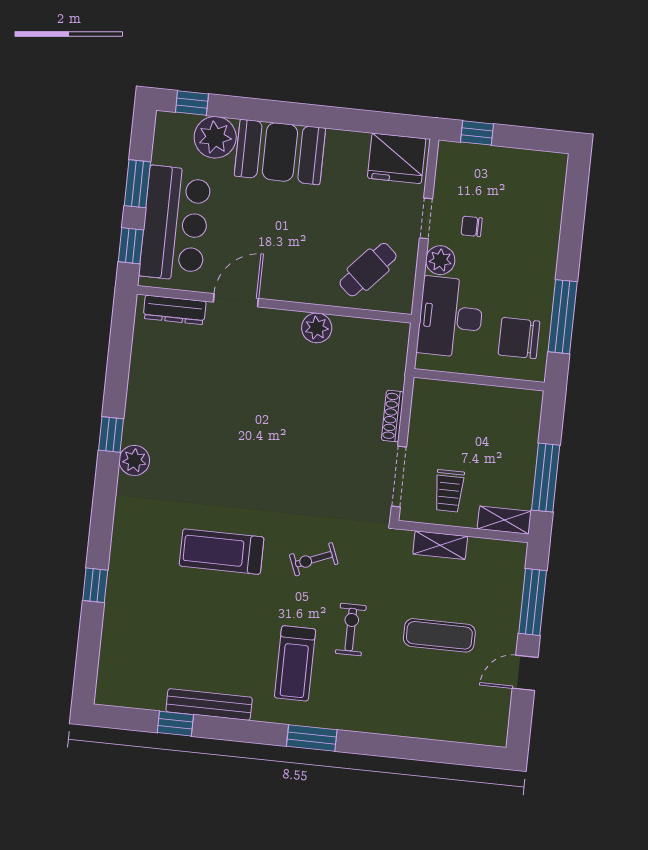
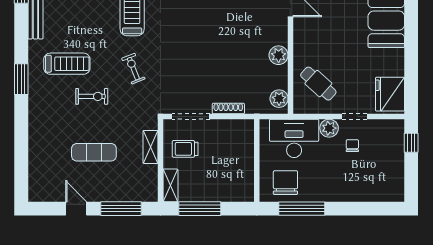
plant: (385, 334) -> (279, 99), added
exercise mat: (439, 635) -> (94, 152), turned 90
treadmill: (295, 663) -> (67, 64), turned 180

